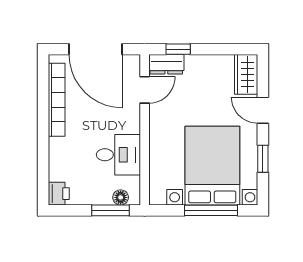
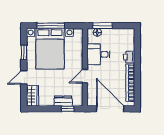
dresser: (166, 64) -> (63, 101), moved
door: (145, 90) -> (85, 76), moved
door: (263, 110) -> (24, 77), swing flipped
printer: (59, 194) -> (129, 57), moved

